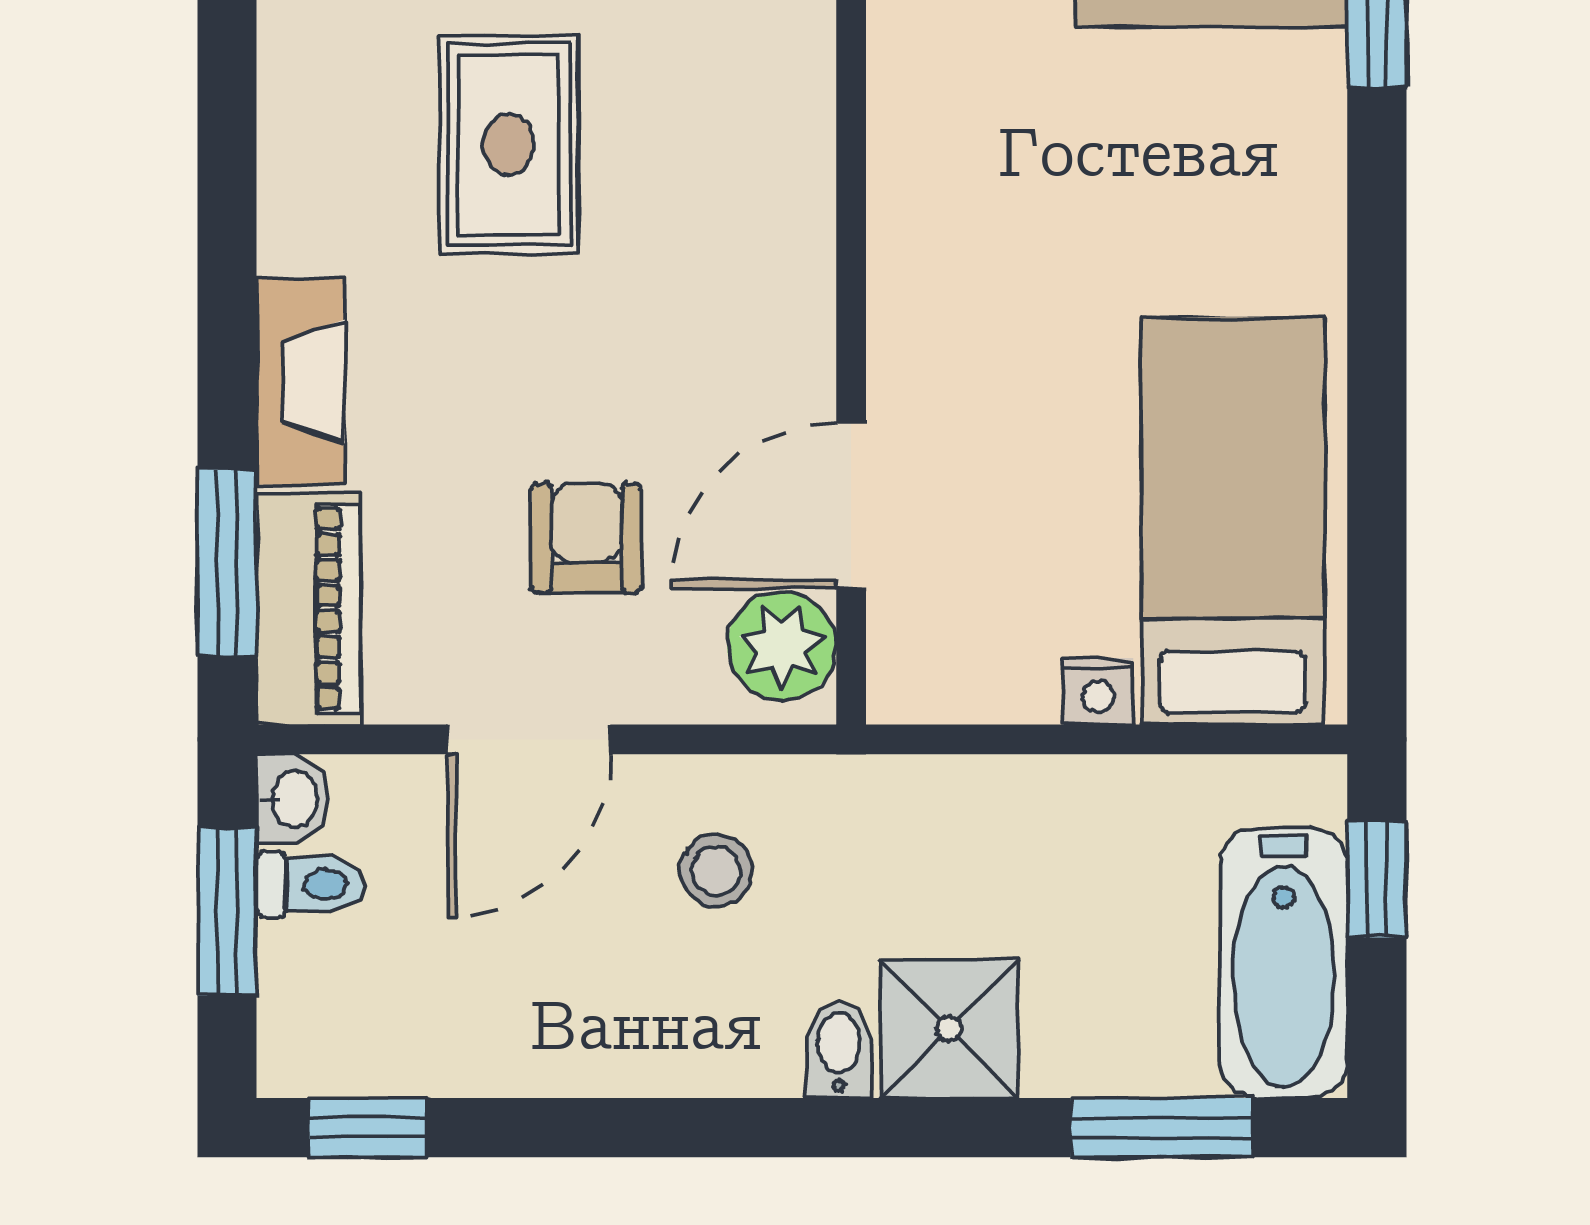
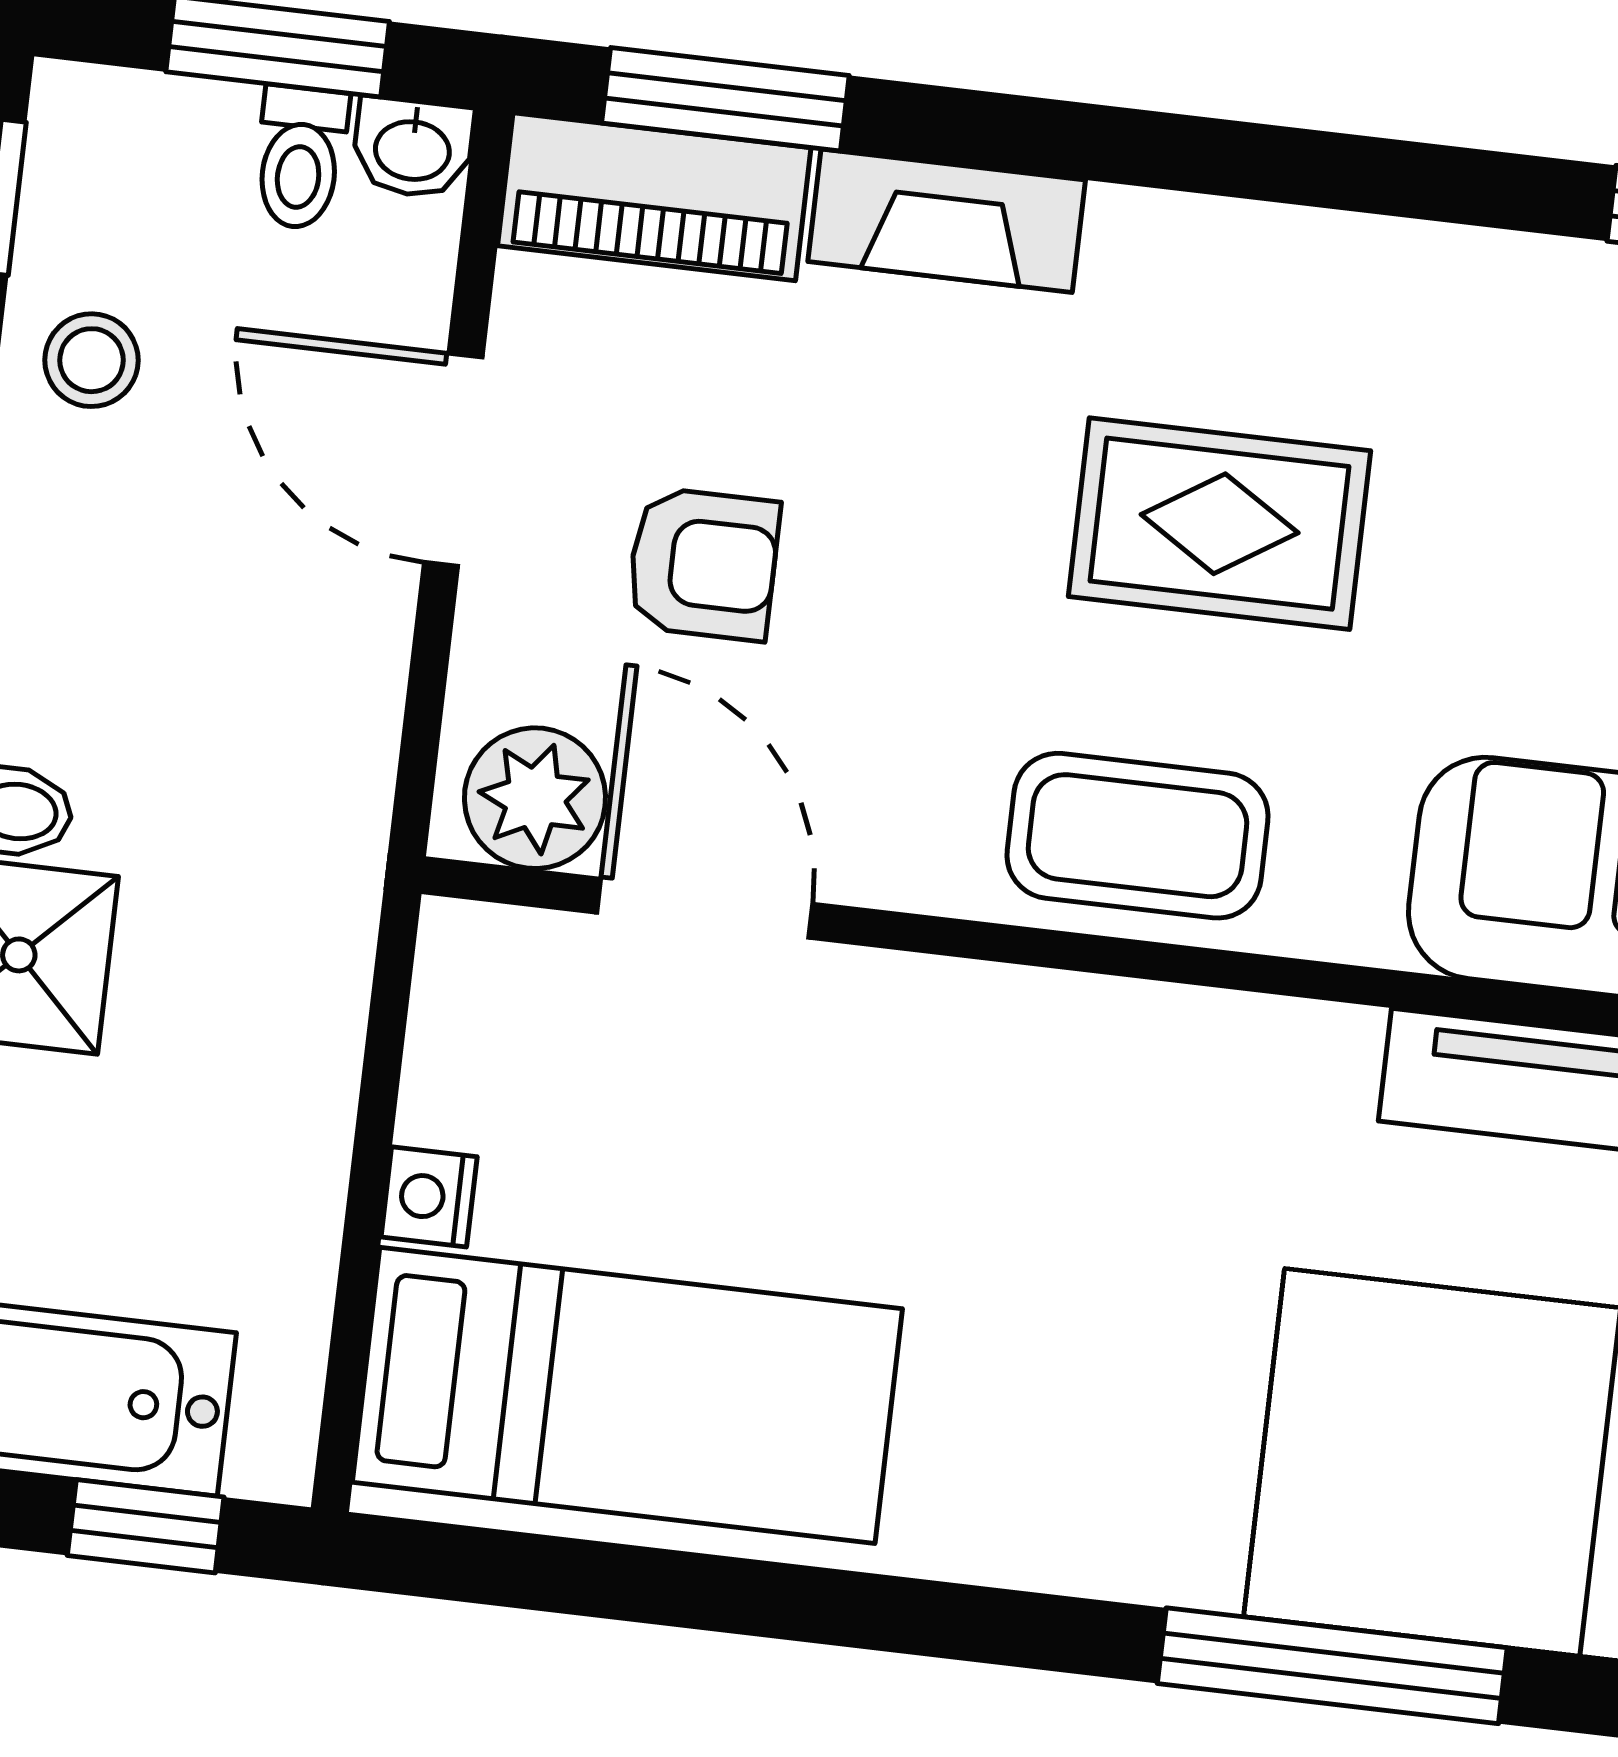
coffee table: (756, 179) -> (1137, 836), added
stool: (716, 871) -> (92, 360), moved

